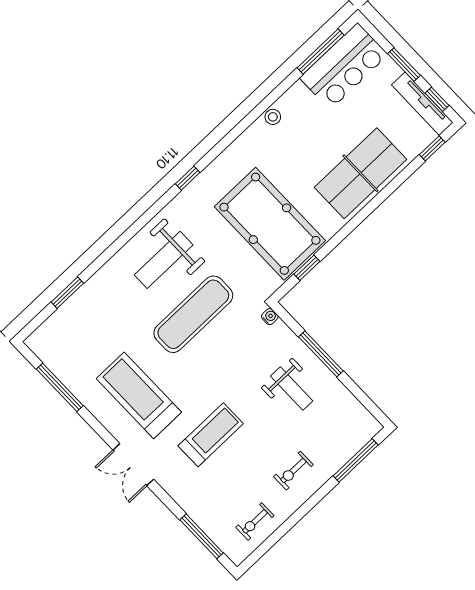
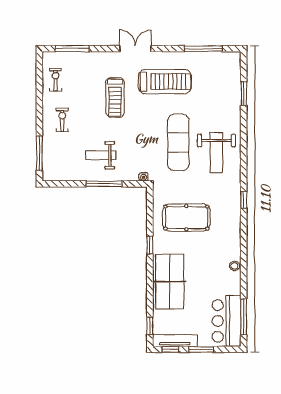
pool table: (270, 224) -> (186, 218), width x0.73, depth x0.76
weight bench: (164, 260) -> (216, 153), turned 180
window: (307, 268) -> (150, 245), moved

